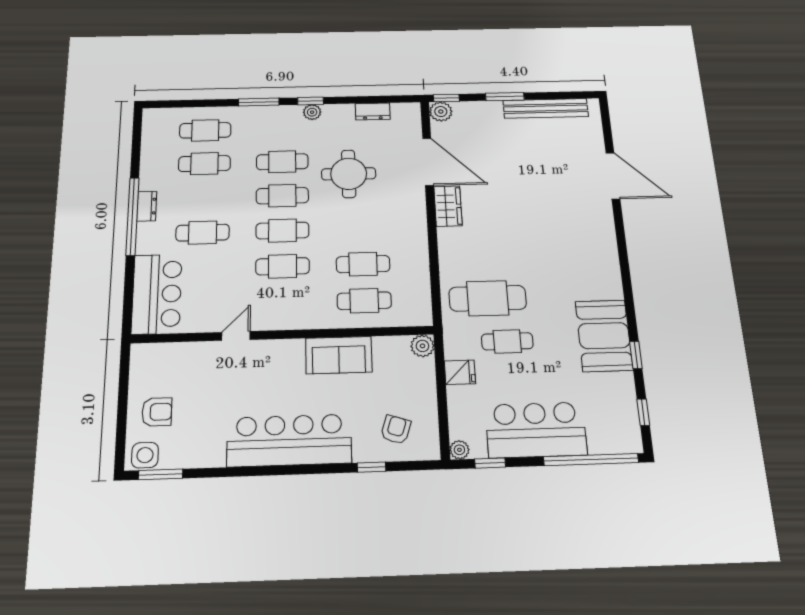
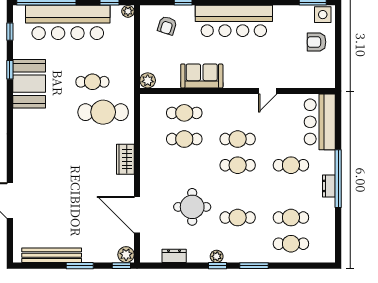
cafe table: (282, 196) -> (238, 191), removed
wardrobe: (448, 206) -> (125, 159), moved
fridge: (460, 372) -> (125, 62), removed
bar counter: (536, 430) -> (68, 22), width x1.36

